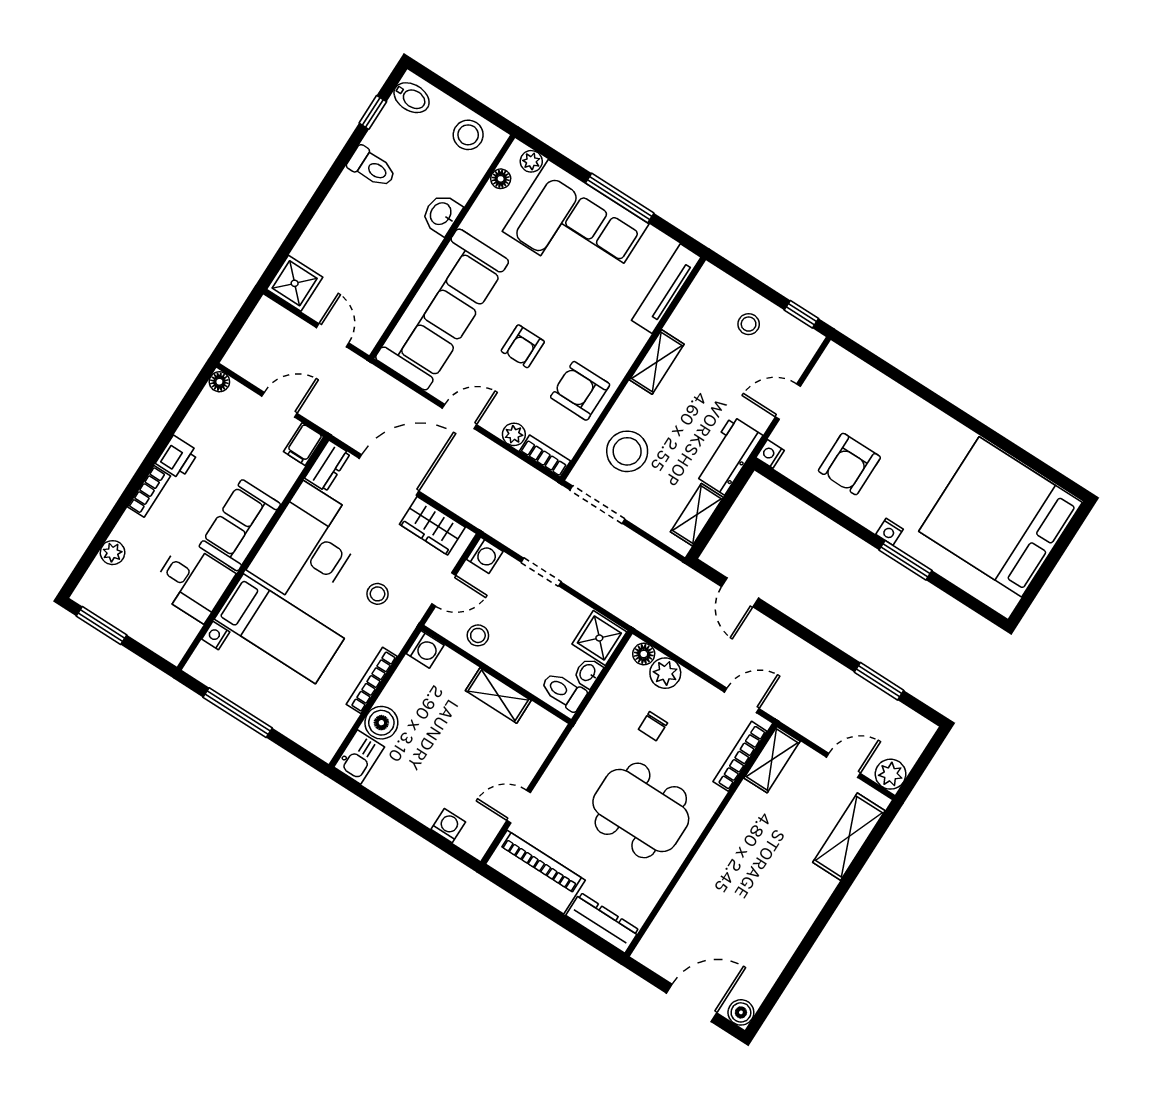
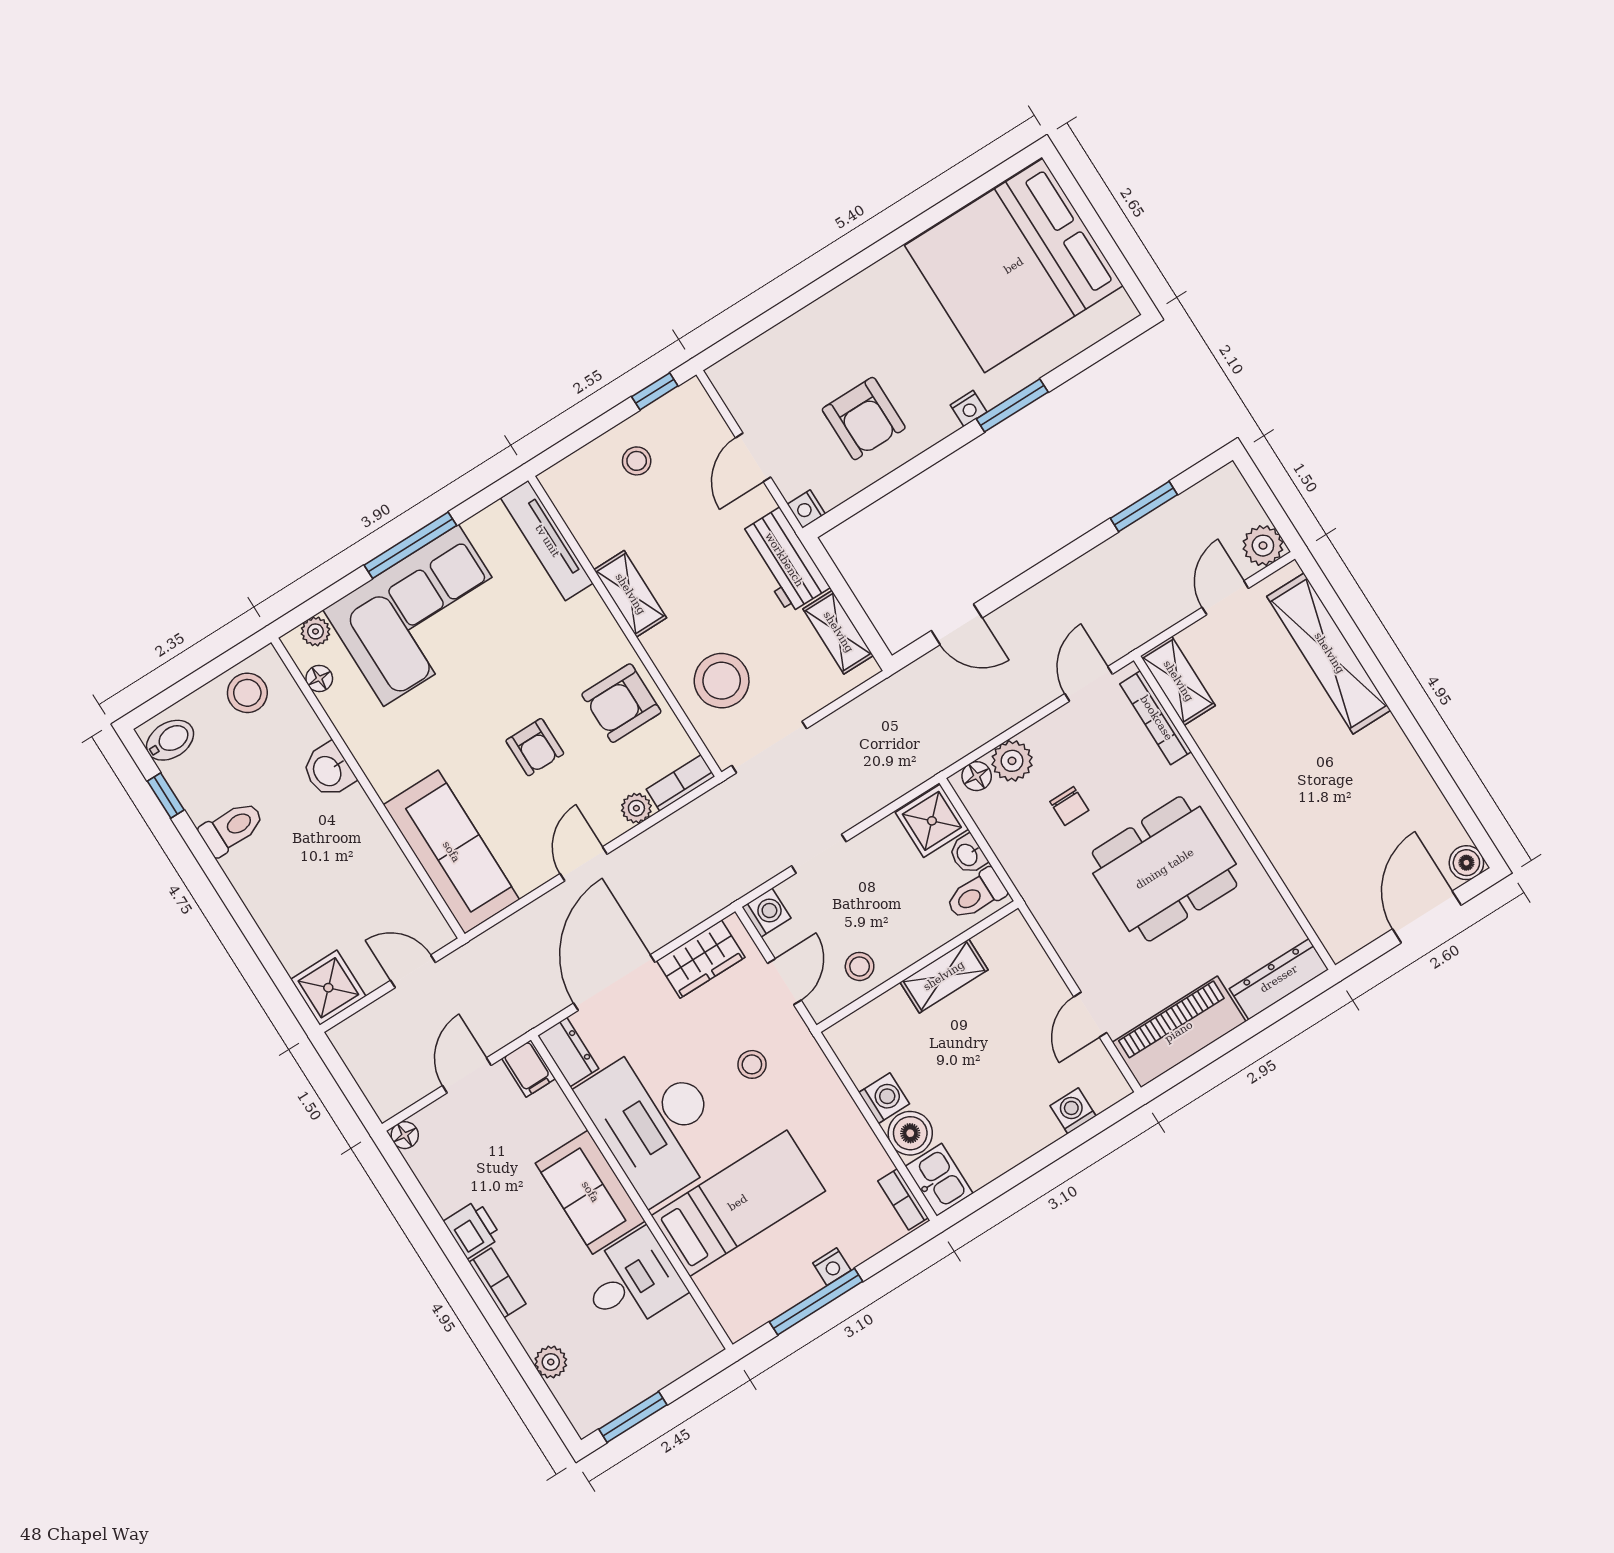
sofa: (442, 309) -> (451, 852), width x0.74, depth x0.79
nightstand: (216, 636) -> (832, 1267), moved, turned -90
washing machine: (425, 649) -> (884, 1098), moved
bookcase: (372, 680) -> (903, 1199), moved, width x0.64
shelving: (849, 837) -> (1329, 653), width x1.47

